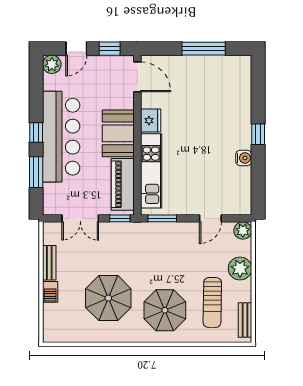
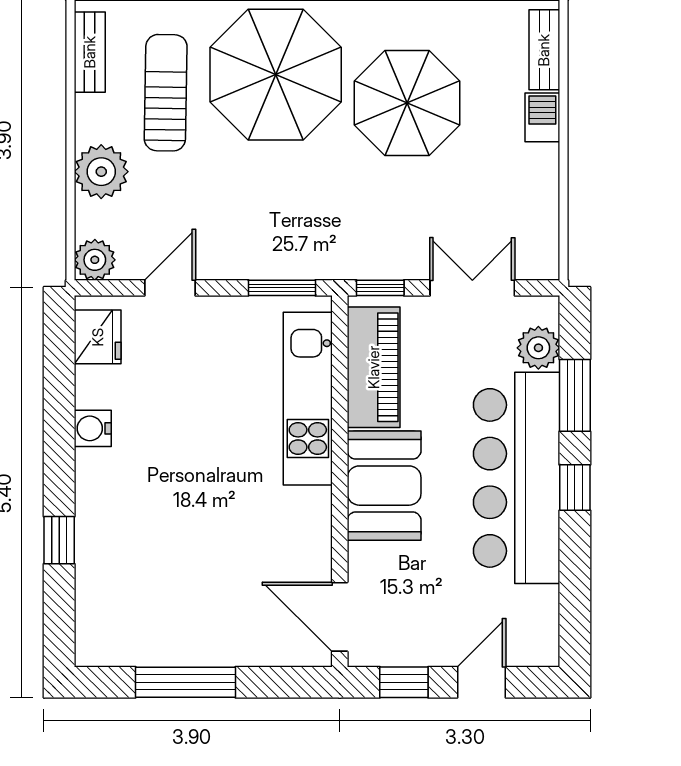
plant: (52, 64) -> (538, 348), moved
fridge: (151, 121) -> (98, 337), moved, turned 180
window: (258, 134) -> (59, 540), moved
bench: (49, 263) -> (544, 50), moved
parasol: (165, 310) -> (276, 75), width x1.36, depth x1.36

